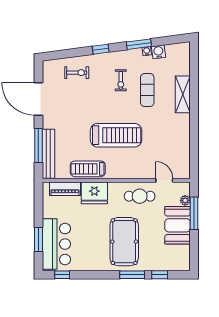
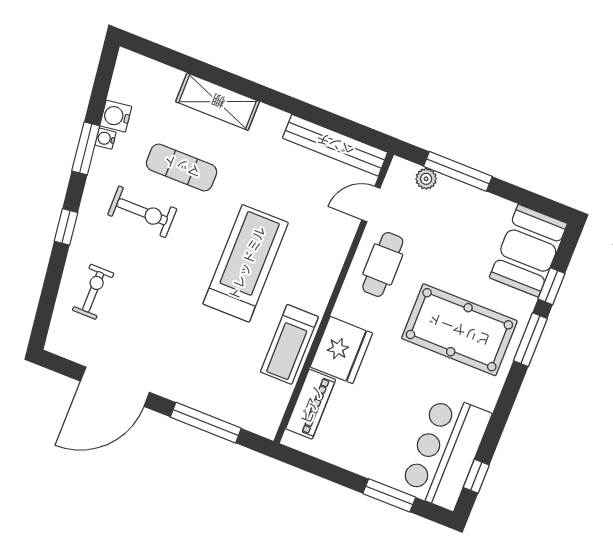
exercise bike: (121, 80) -> (142, 212), width x1.38, depth x1.39
bench: (48, 154) -> (335, 145), moved
booth: (178, 225) -> (528, 251), moved, turned 90
bar counter: (56, 244) -> (446, 452), moved, turned -90

